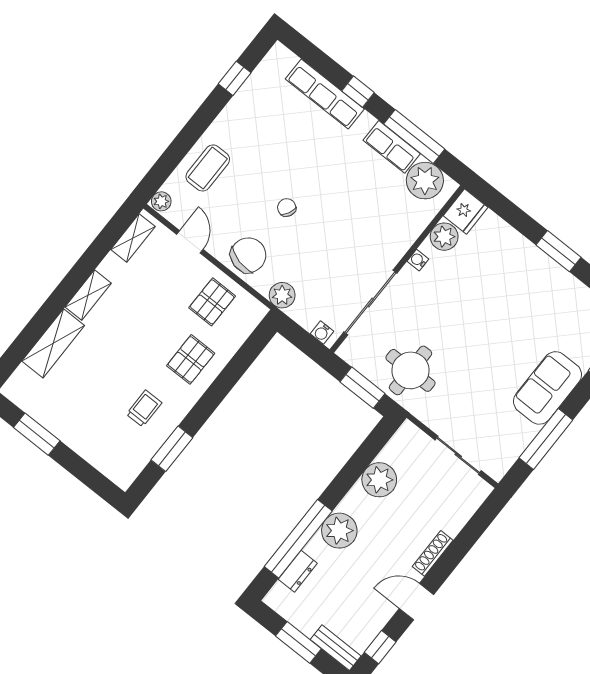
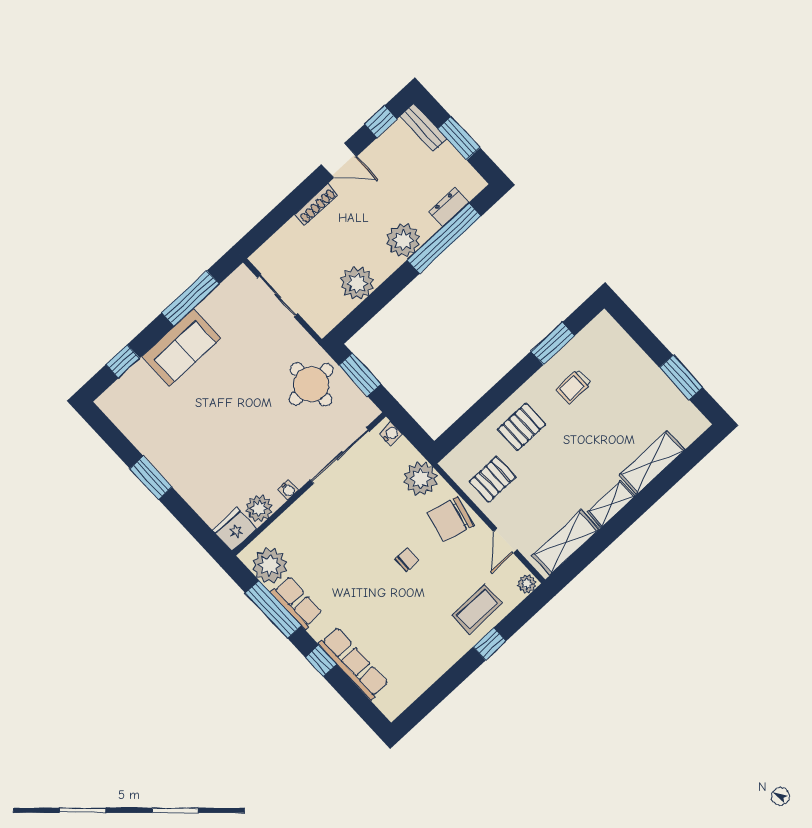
window: (235, 78) -> (490, 644), moved
chair: (287, 208) -> (407, 559), turned -116
shelving: (133, 238) -> (565, 542), width x1.50, depth x1.33
plant: (282, 295) -> (421, 479), width x1.36, depth x1.36

